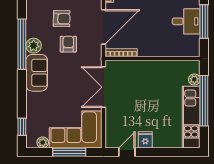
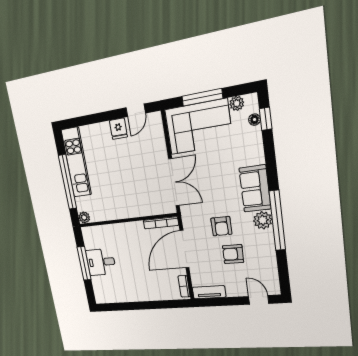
plant: (194, 79) -> (84, 217), moved
floor lamp: (30, 128) -> (255, 120), added

